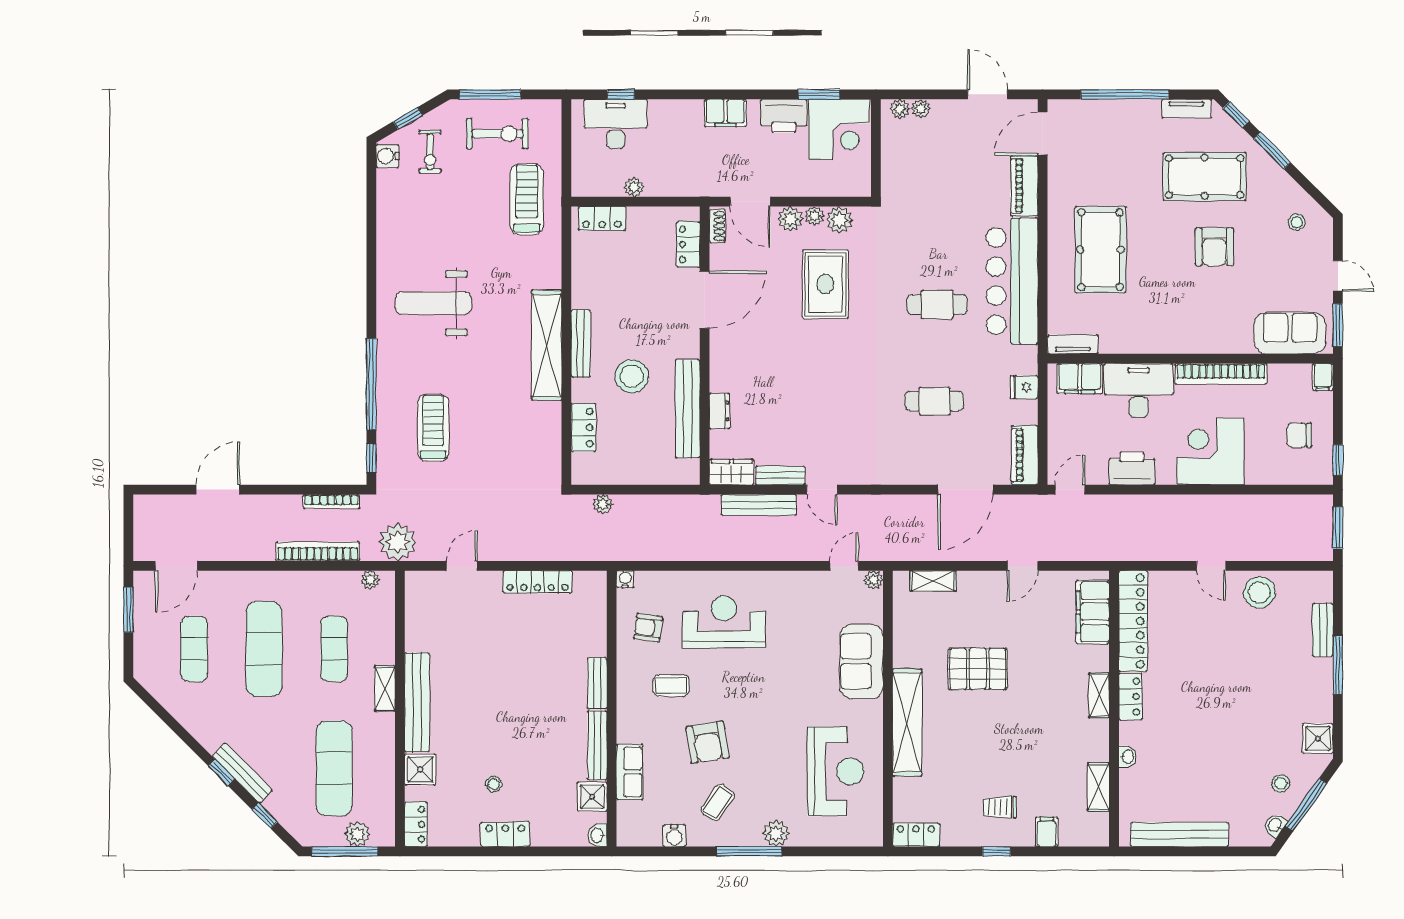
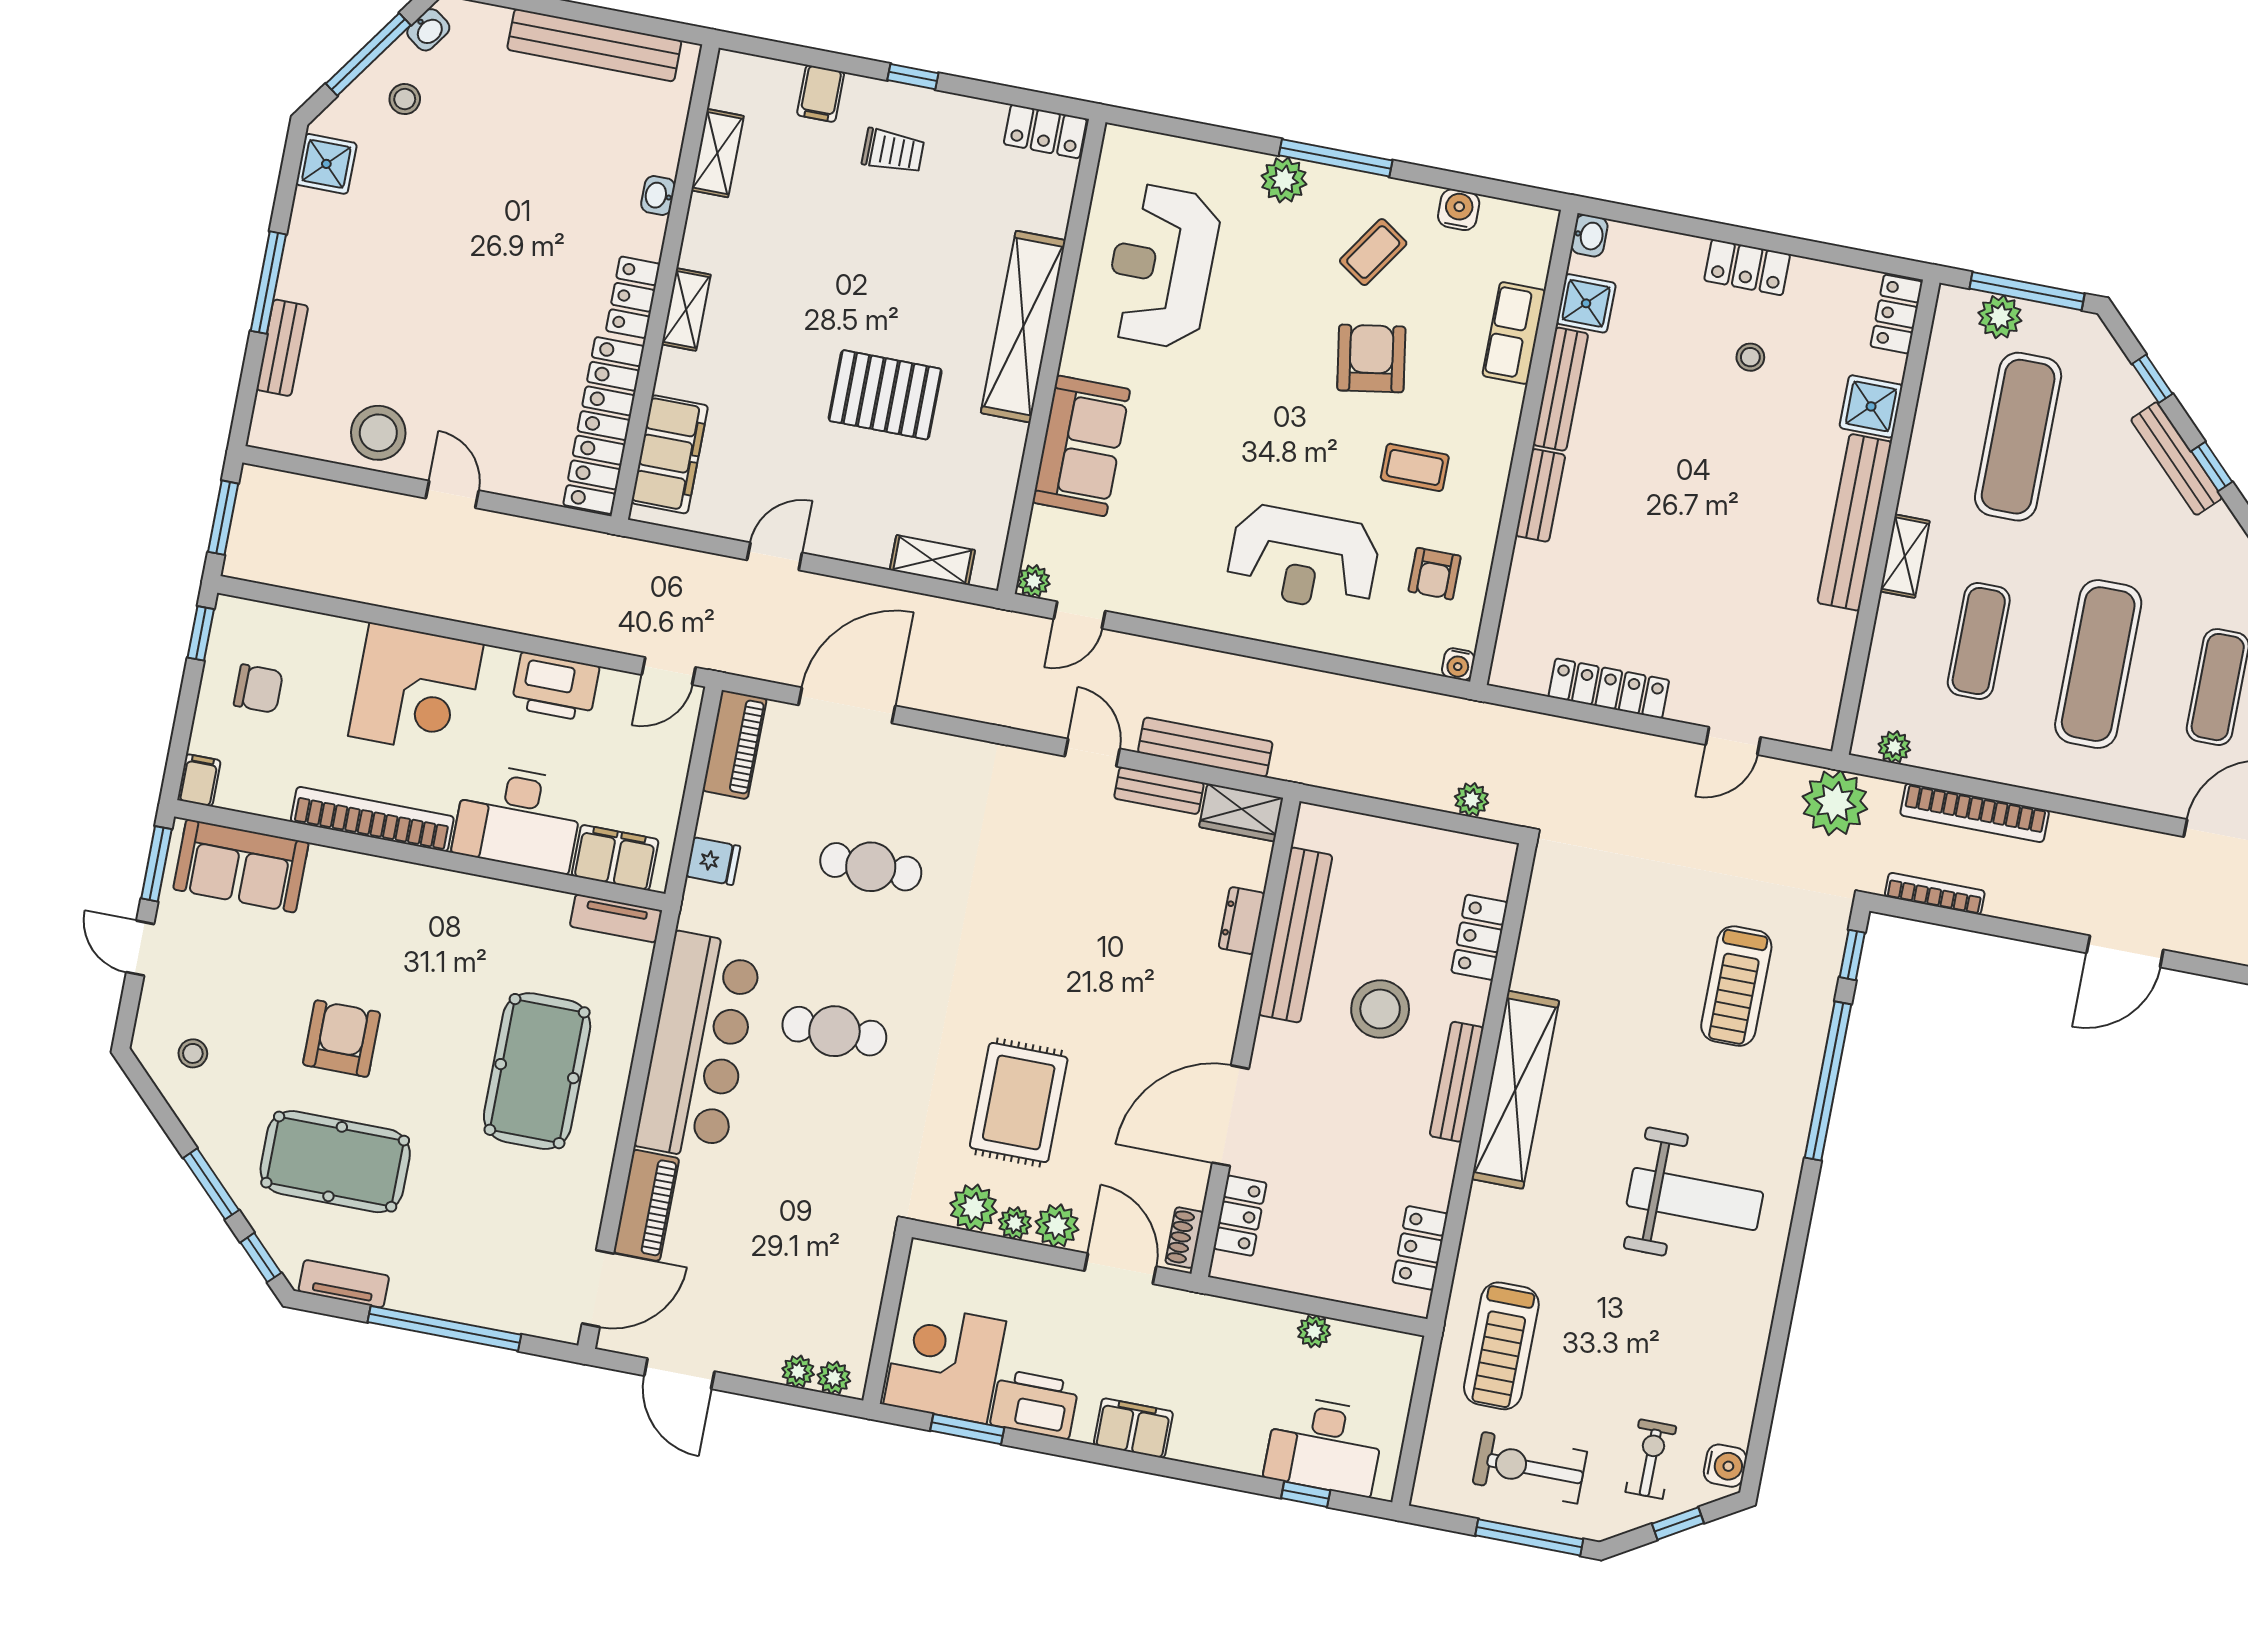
locker: (602, 218) -> (1420, 1248), moved, turned -90
armchair: (648, 628) -> (1435, 574), turned 82

